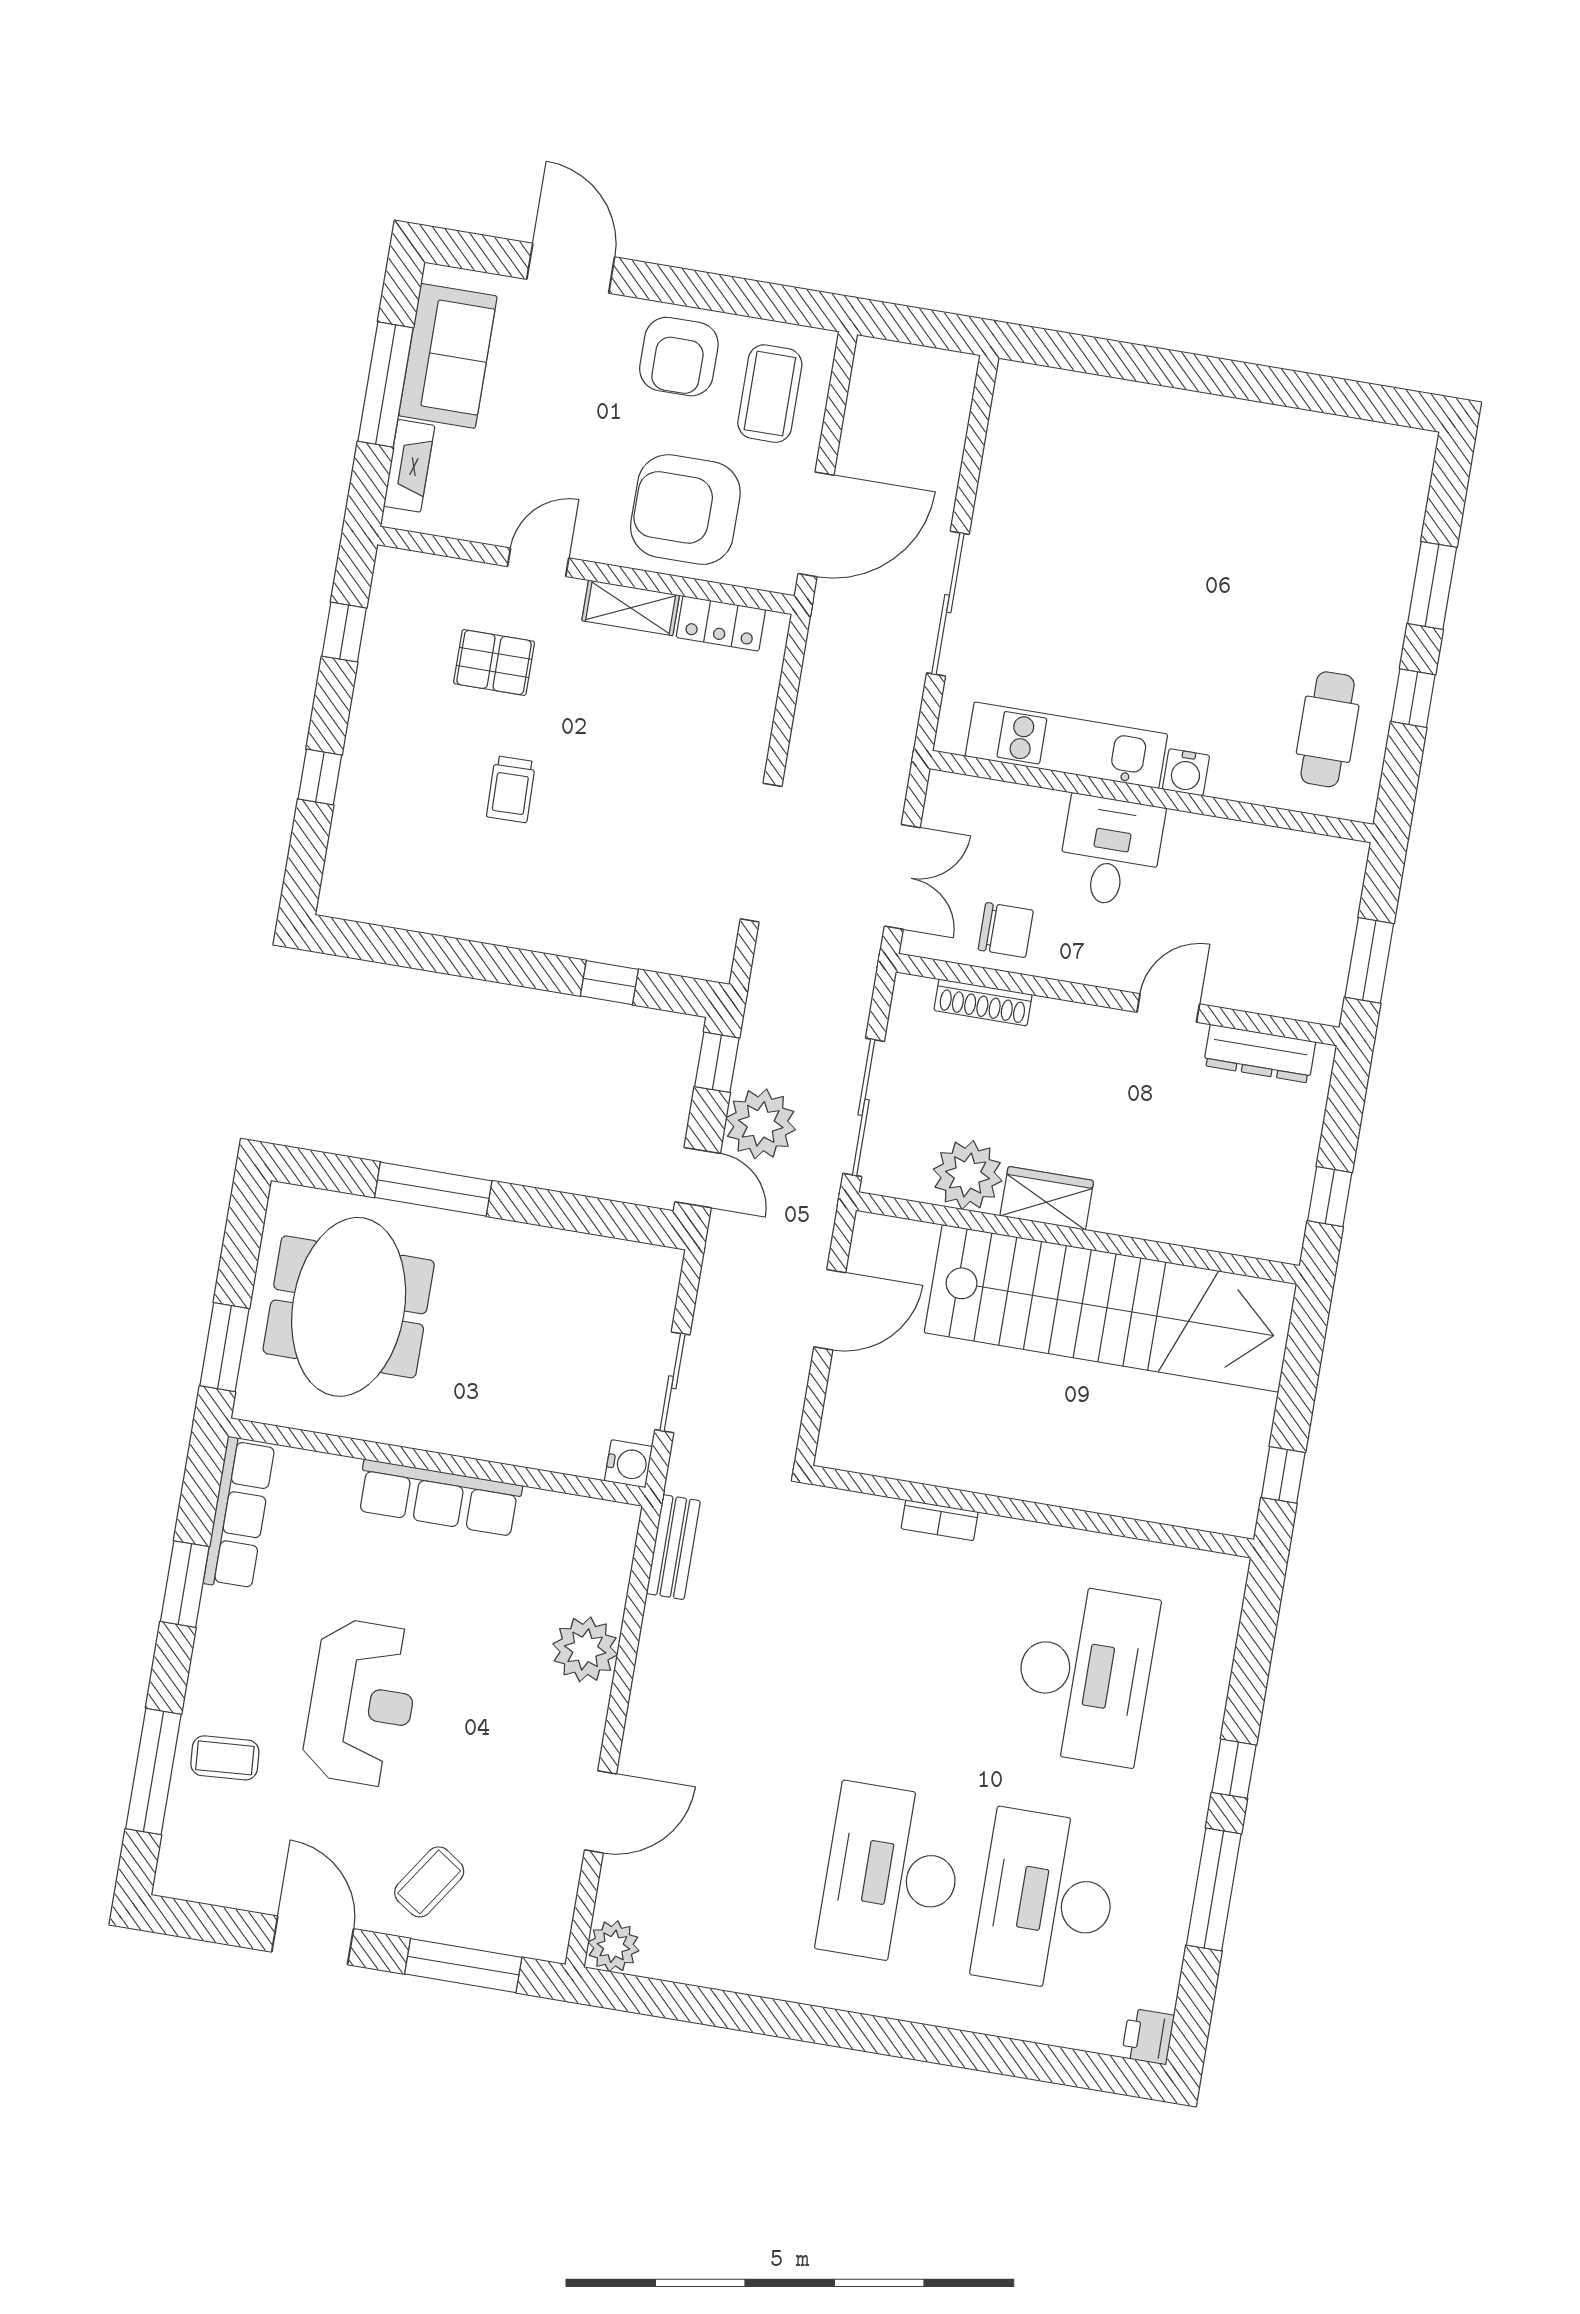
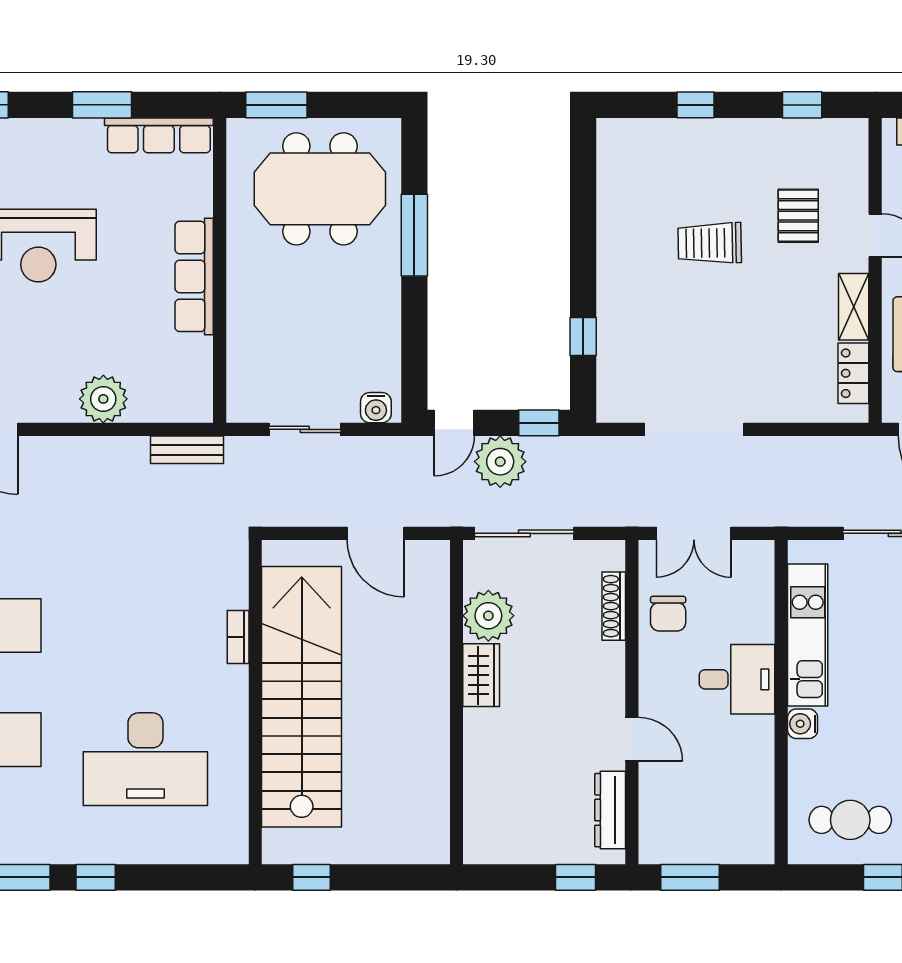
trolley: (511, 789) -> (710, 243), width x1.36, depth x1.39
window: (1330, 1197) -> (576, 877), moved
stairs: (1111, 1308) -> (302, 697), moved, turned 180
water cooler: (628, 1464) -> (376, 408), moved

